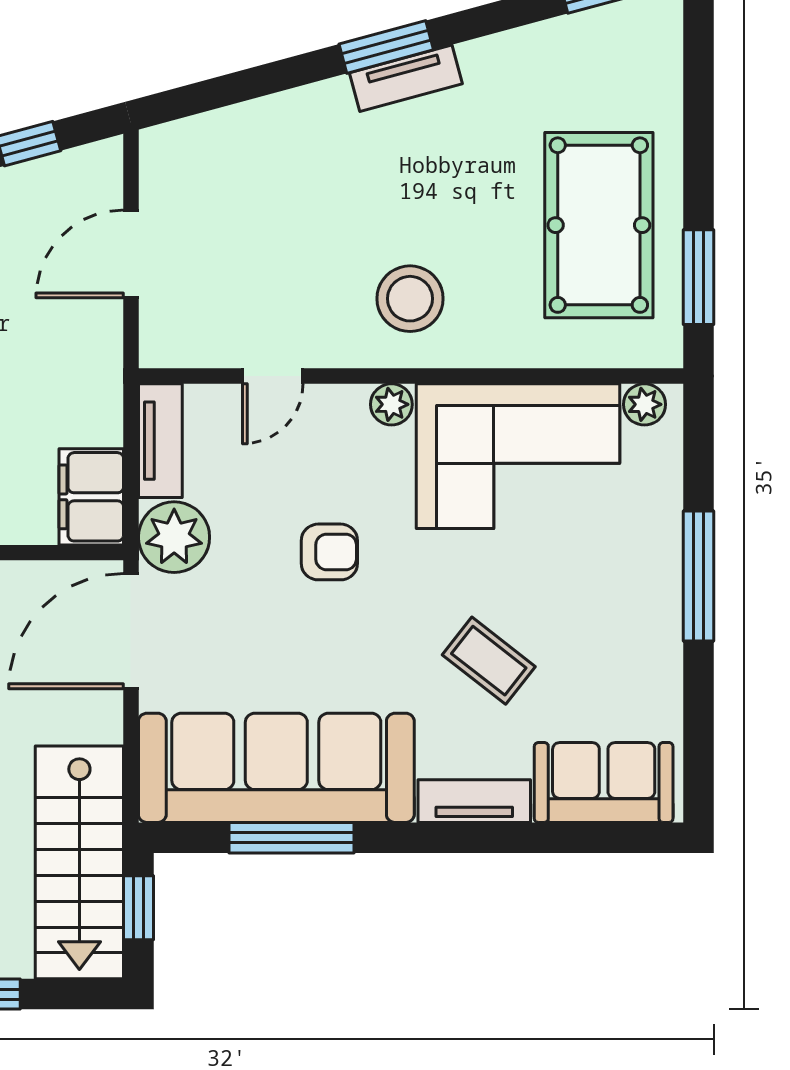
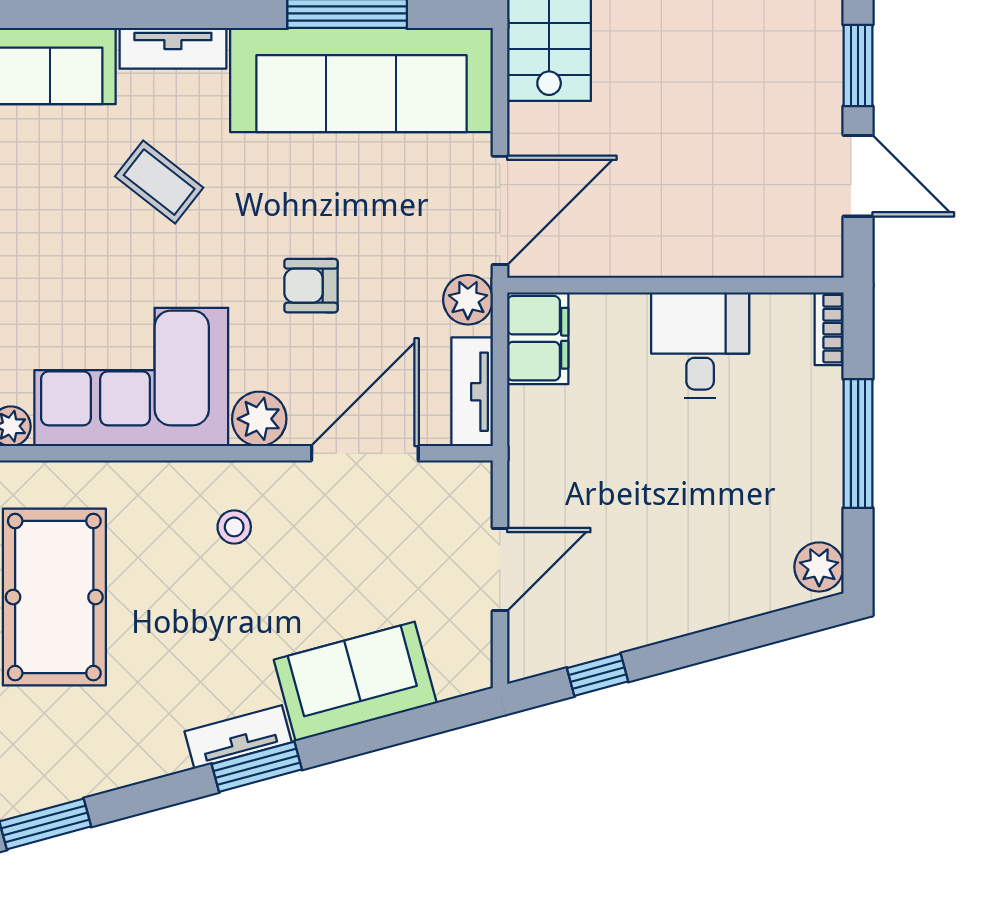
sofa: (283, 136) -> (355, 681), added
stool: (410, 299) -> (234, 527), width x0.53, depth x0.53
door: (273, 376) -> (365, 453), width x1.88
plant: (391, 404) -> (259, 419), width x1.38, depth x1.38
plant: (174, 537) -> (468, 300), width x0.73, depth x0.73

